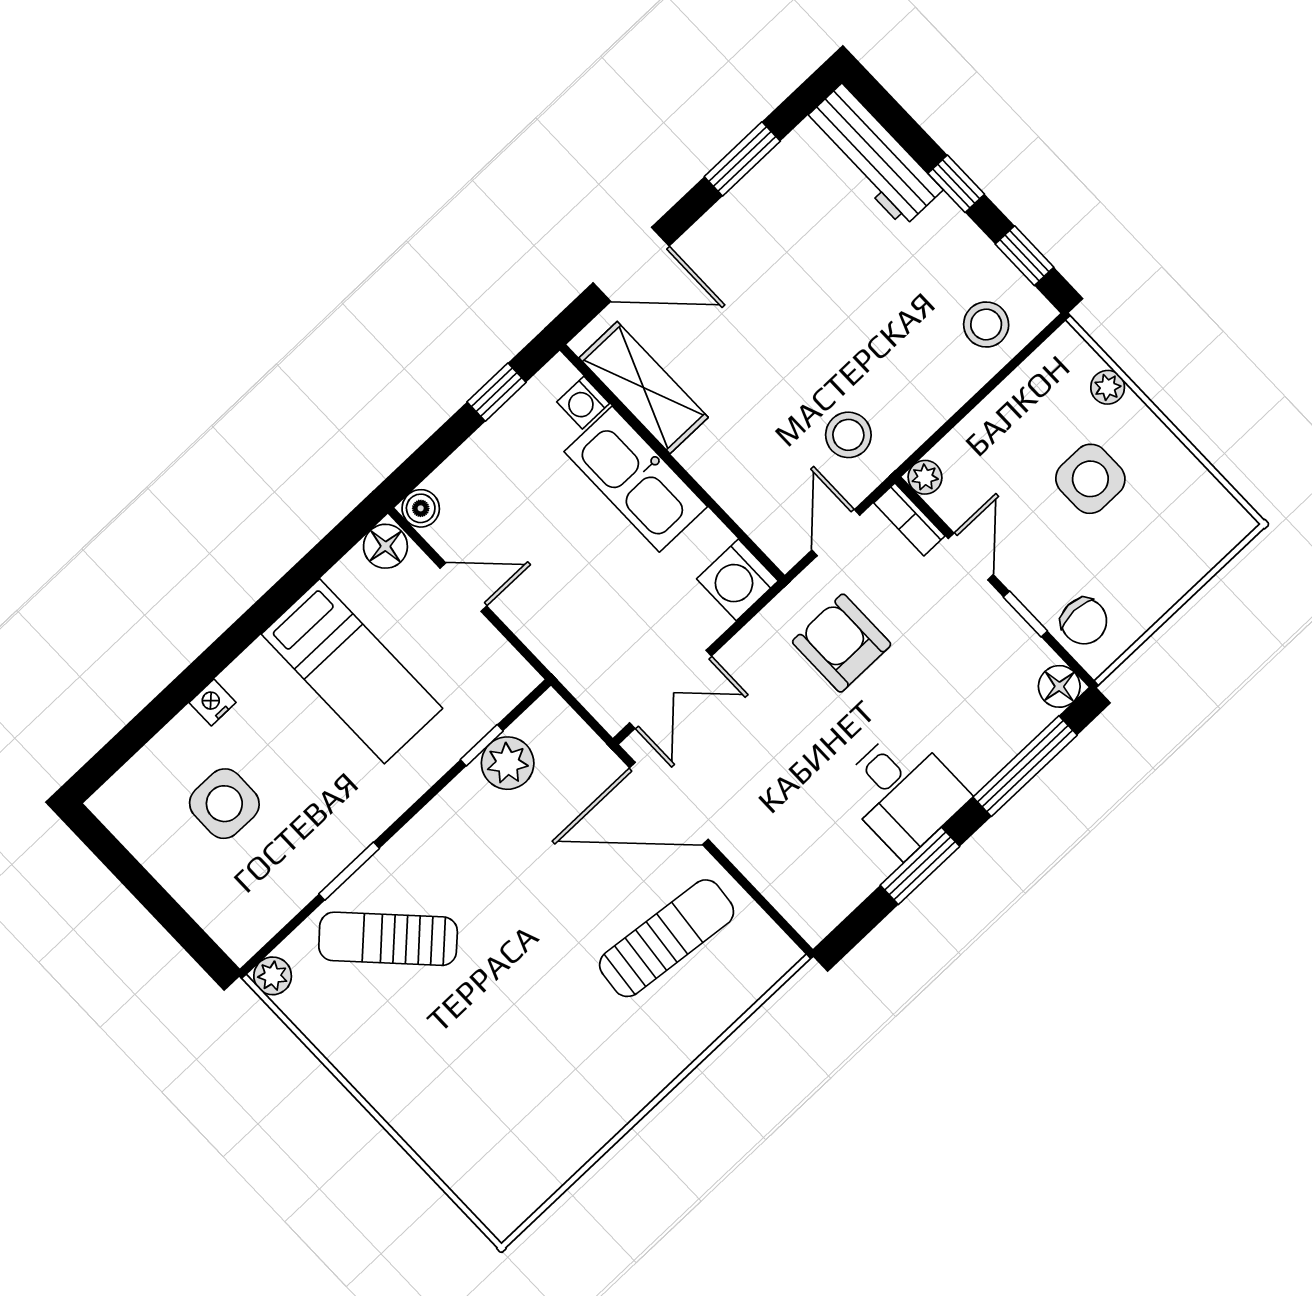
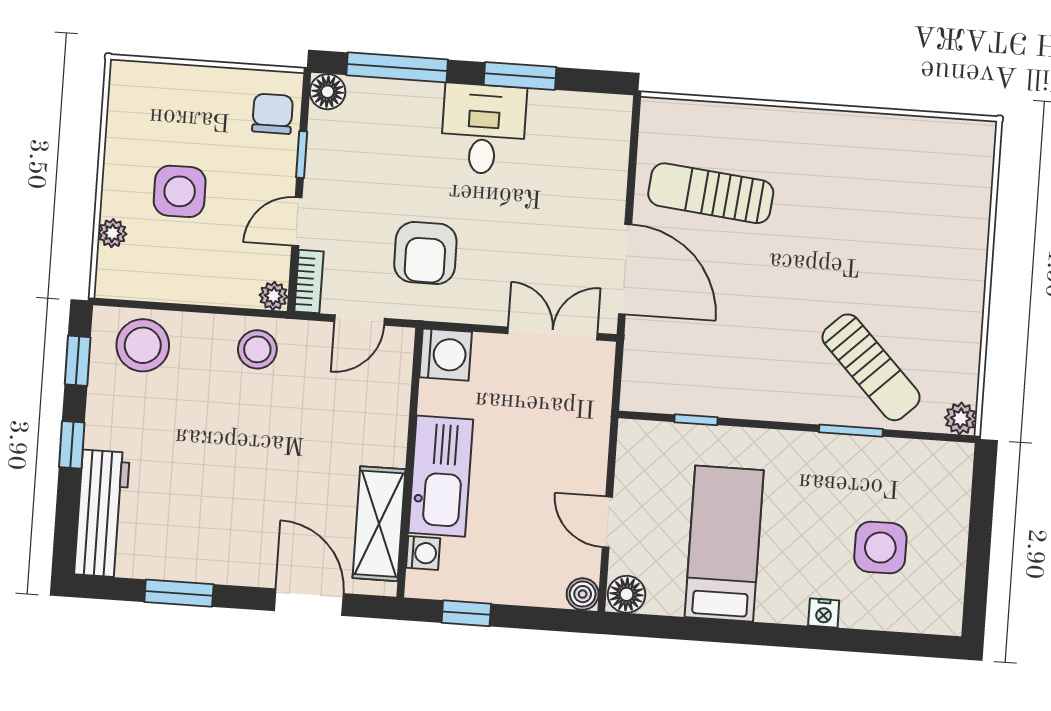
stool: (986, 324) -> (143, 345), width x1.38, depth x1.38
stool: (848, 435) -> (257, 349), moved
plant: (508, 763) -> (692, 393), removed

